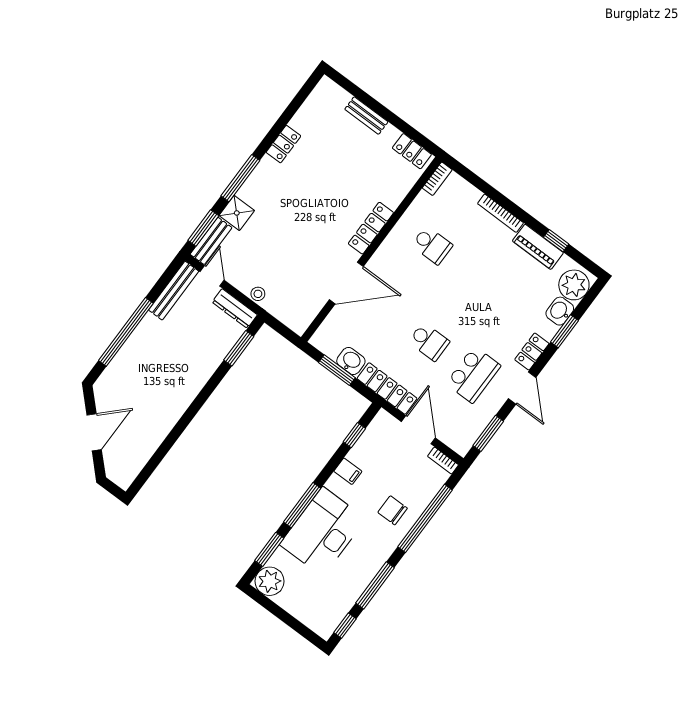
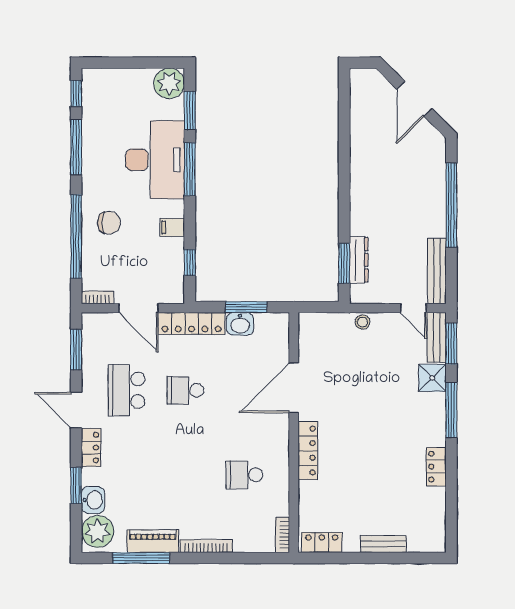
window: (556, 241) -> (141, 558), width x2.17
dresser: (235, 308) -> (359, 260), moved, turned 90

